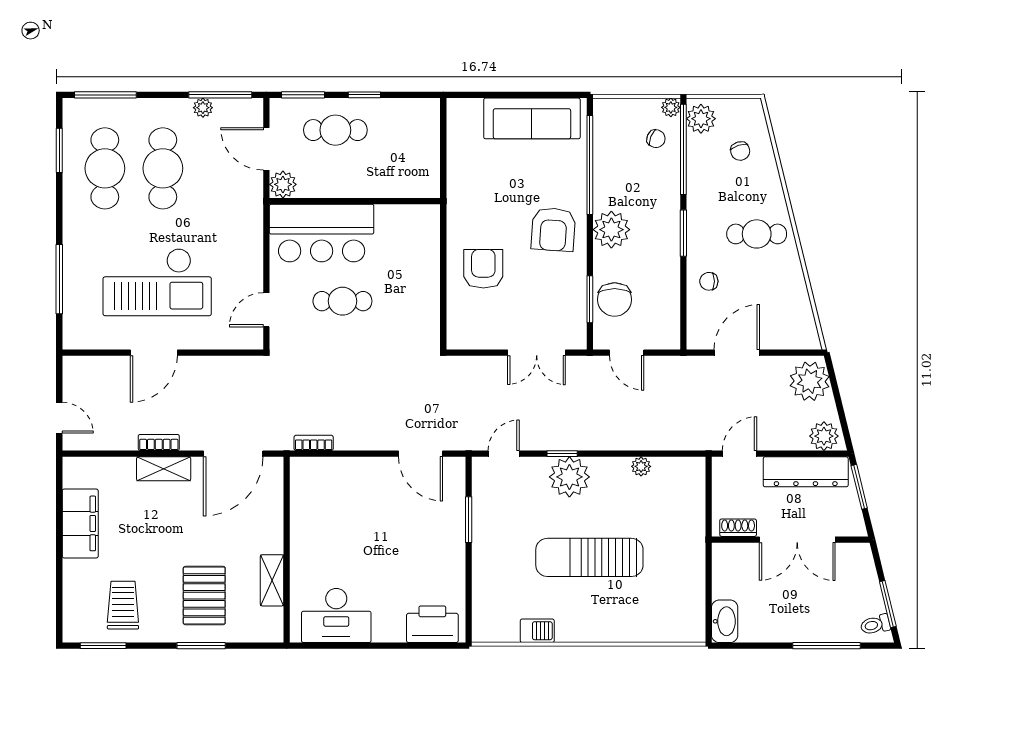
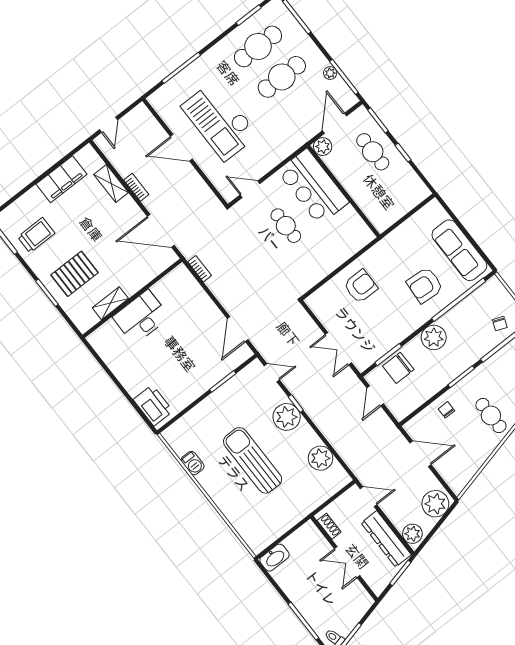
armchair: (553, 229) -> (425, 285), moved
plant: (641, 466) -> (320, 458), width x1.87, depth x1.87
shelving: (164, 469) -> (111, 184), moved
double door: (797, 540) -> (347, 562), width x0.73
desk: (336, 615) -> (141, 317), moved, turned 90

